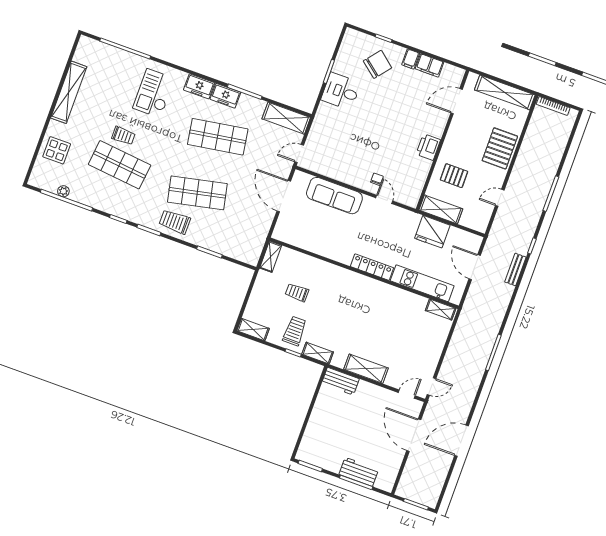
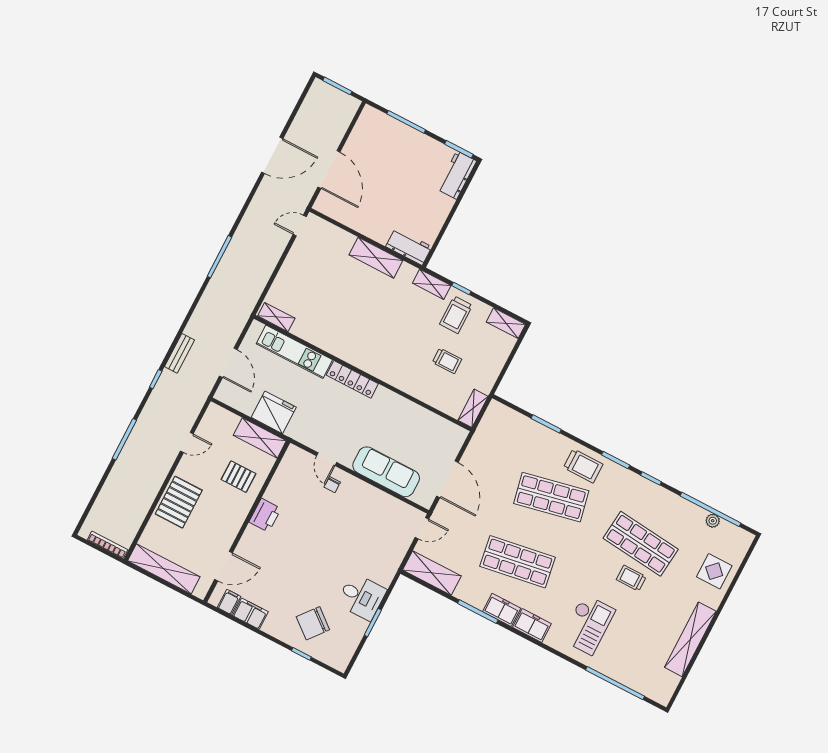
filing cabinet: (411, 59) -> (229, 602), moved
door: (407, 394) -> (331, 220), removed
workbench: (359, 472) -> (457, 175), moved, turned 90

